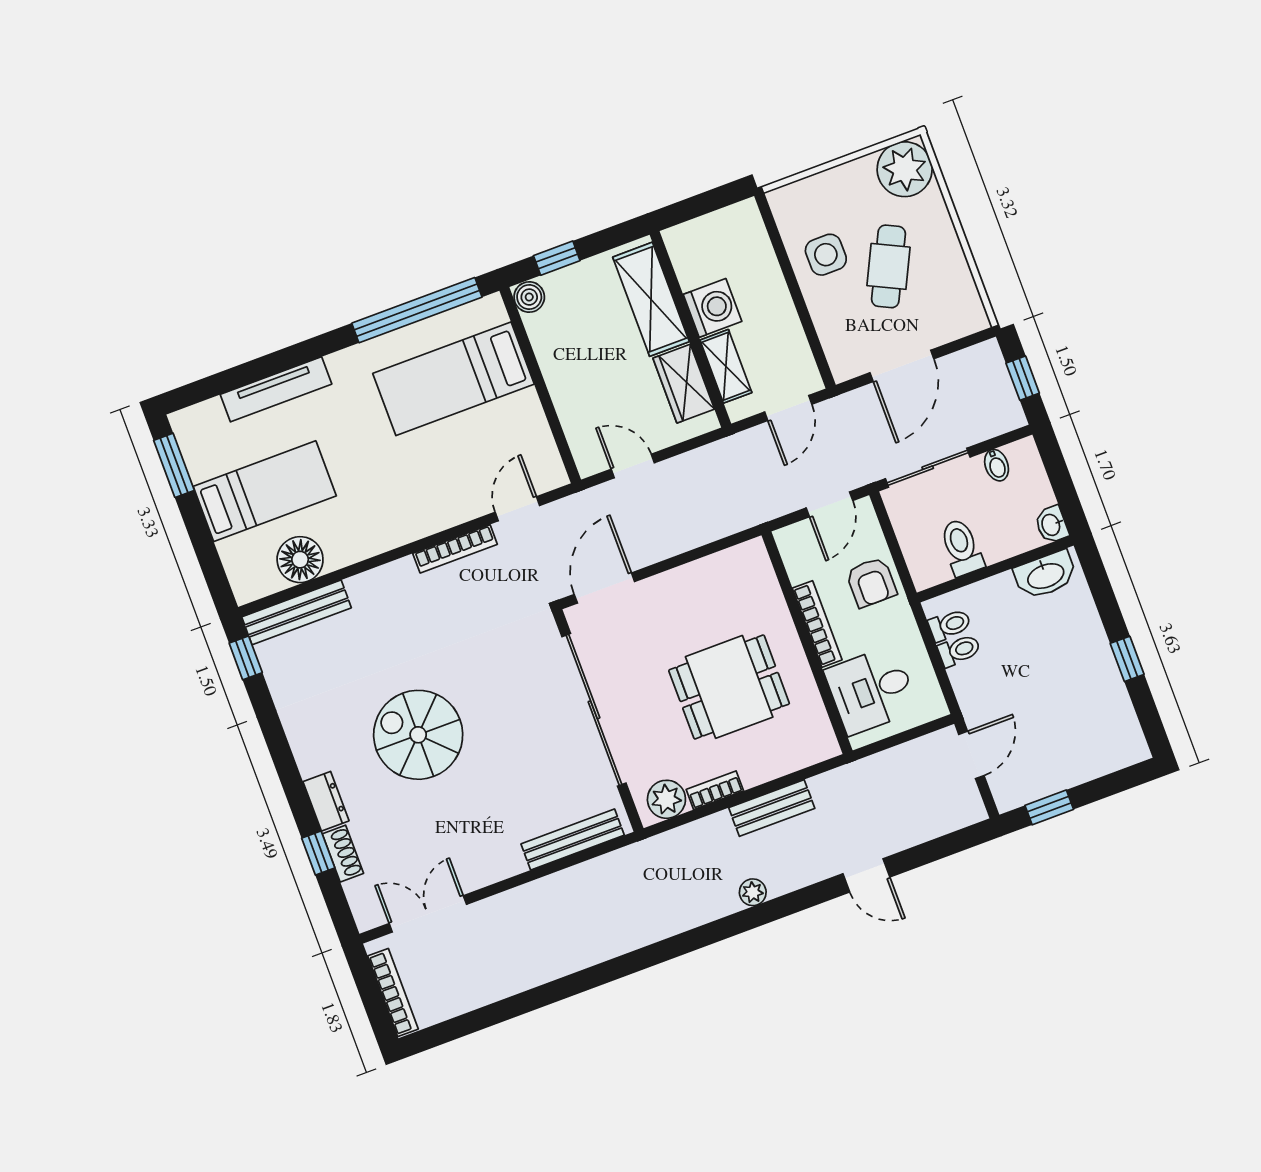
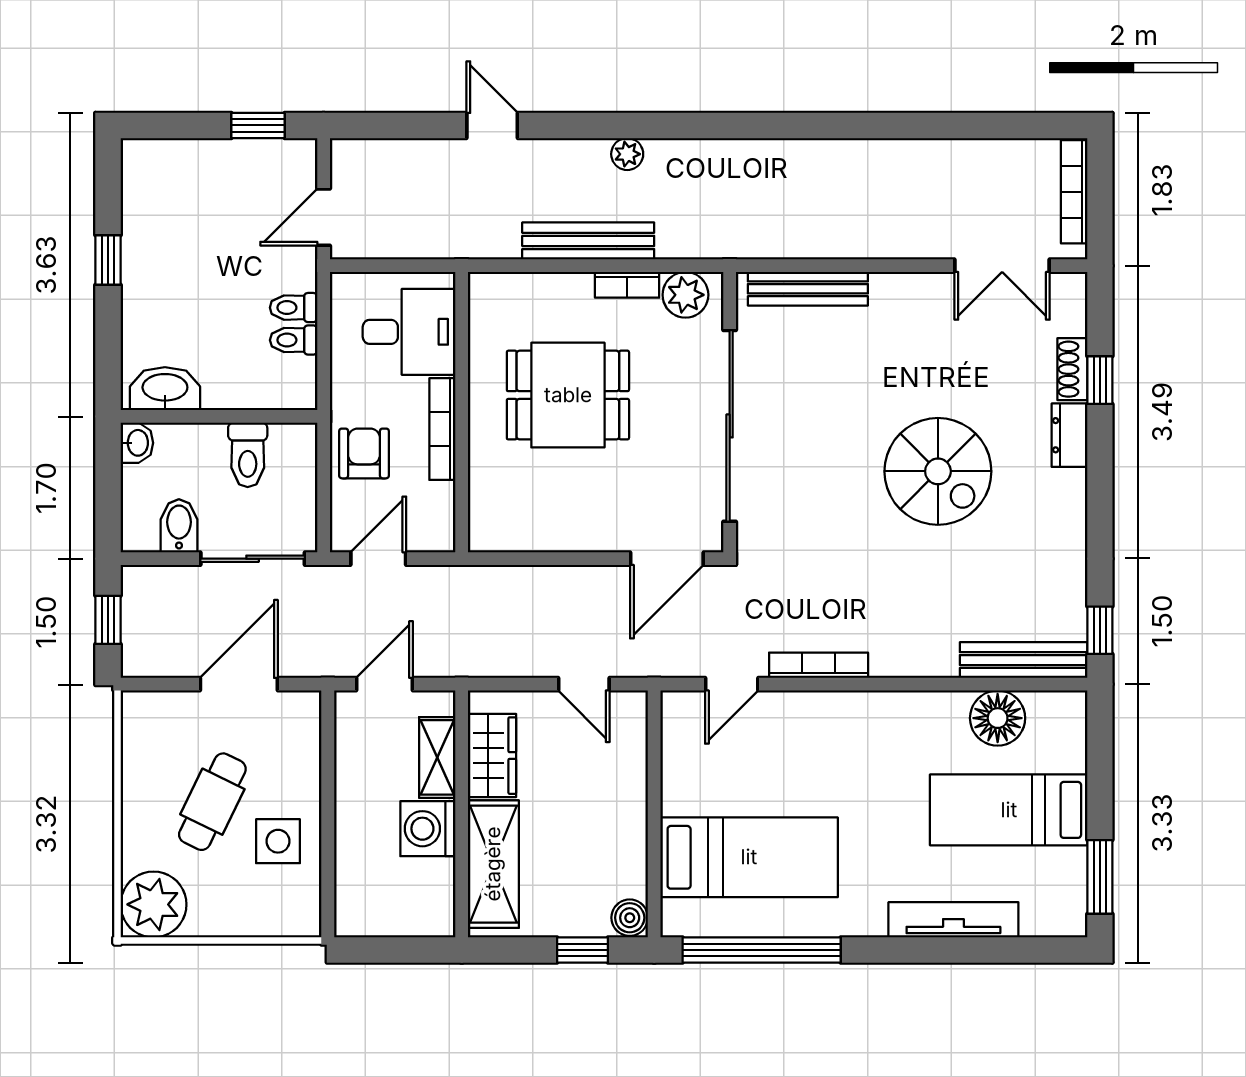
bidet: (997, 465) -> (179, 526), width x1.38, depth x1.36
toilet: (950, 625) -> (294, 308), moved
bench: (772, 808) -> (588, 241), width x1.36

